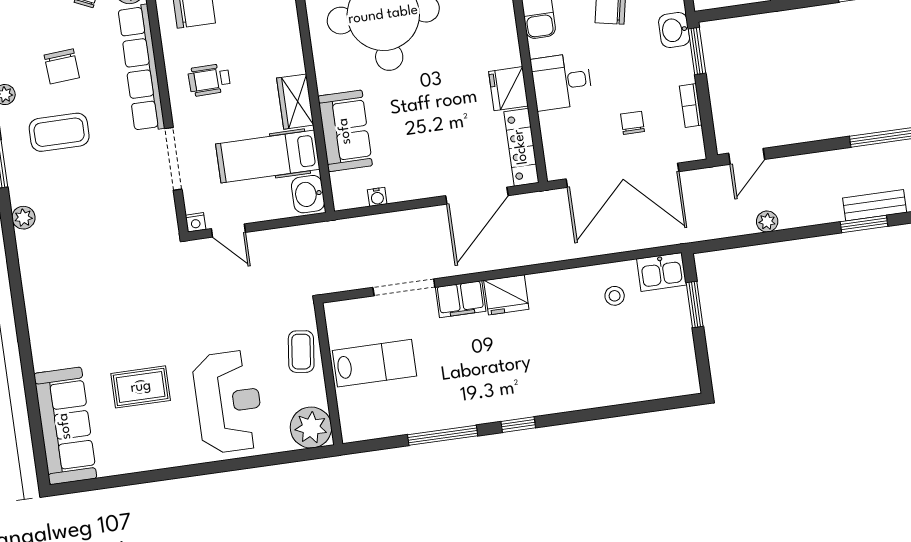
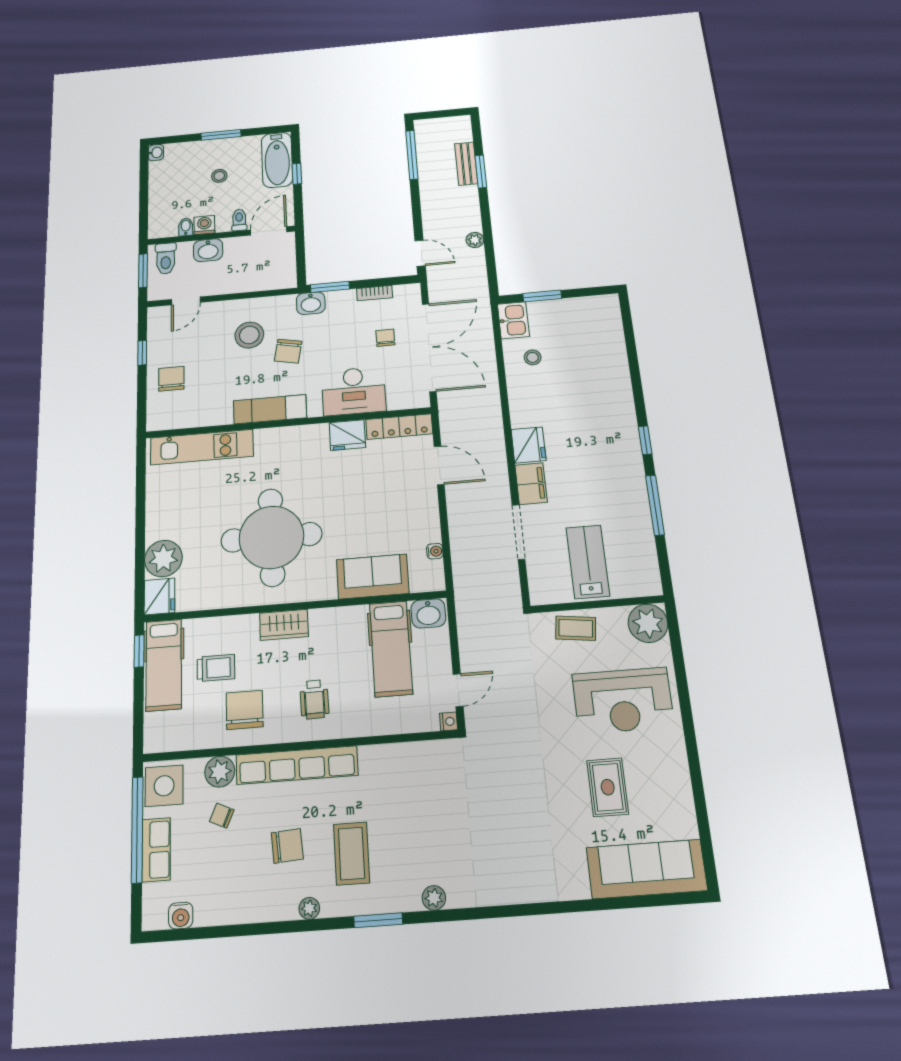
desk: (562, 81) -> (354, 391), width x1.37
wardrobe: (295, 102) -> (284, 625), moved
chair: (633, 123) -> (385, 338), turned 90
doorway: (173, 159) -> (386, 739), removed
door: (477, 196) -> (439, 465), width x0.73
reception desk: (228, 402) -> (623, 700), turned 180

